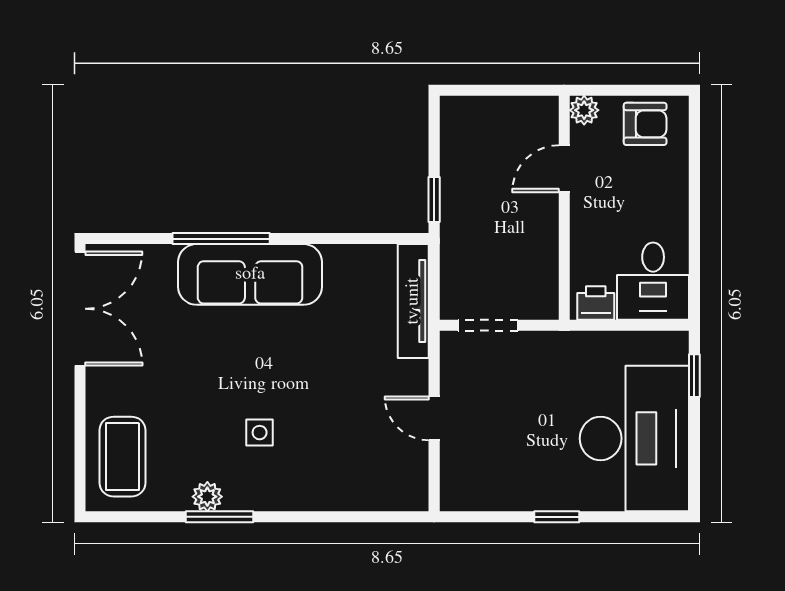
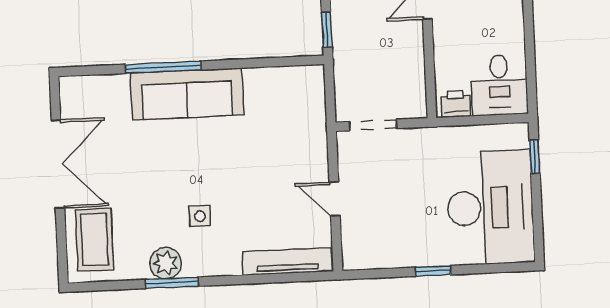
tv unit: (413, 301) -> (287, 261), moved, turned 90
double door: (80, 309) -> (58, 164), moved
plant: (207, 497) -> (166, 263), width x1.38, depth x1.38

